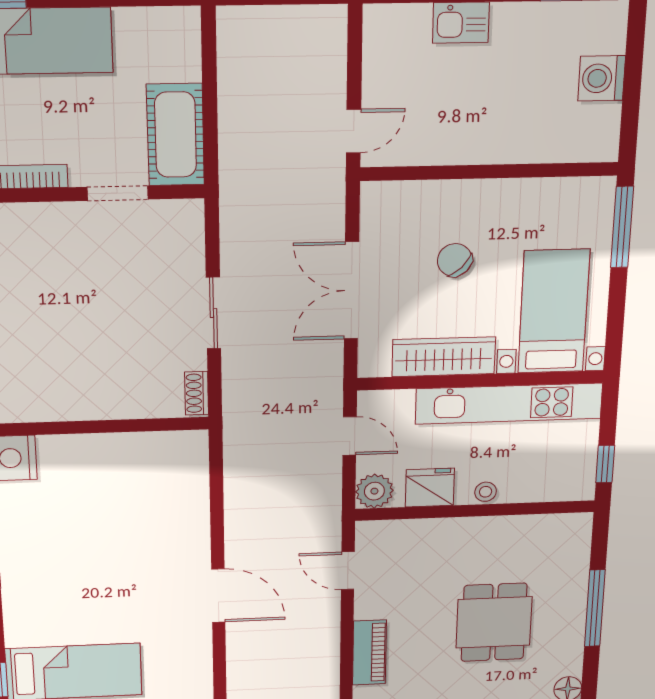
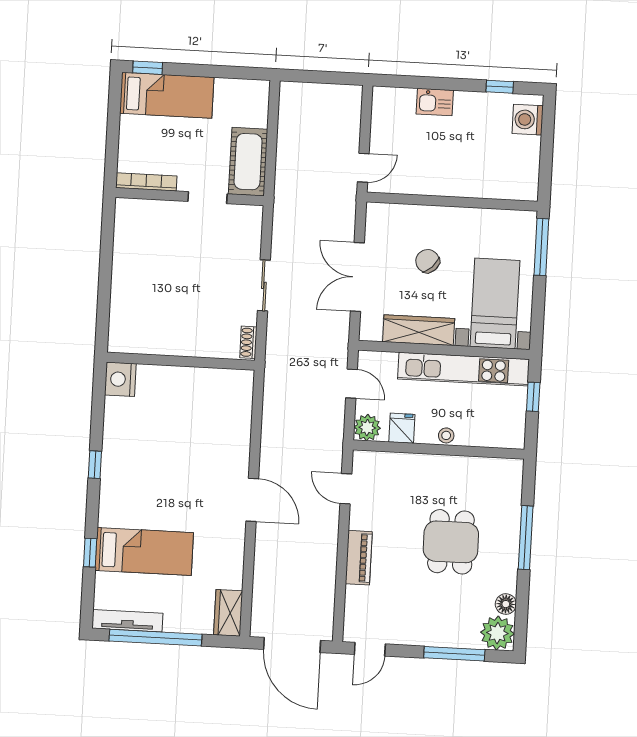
washing machine: (602, 78) -> (528, 120), moved
window: (605, 464) -> (533, 397), moved
fridge: (430, 488) -> (402, 428), width x0.72

